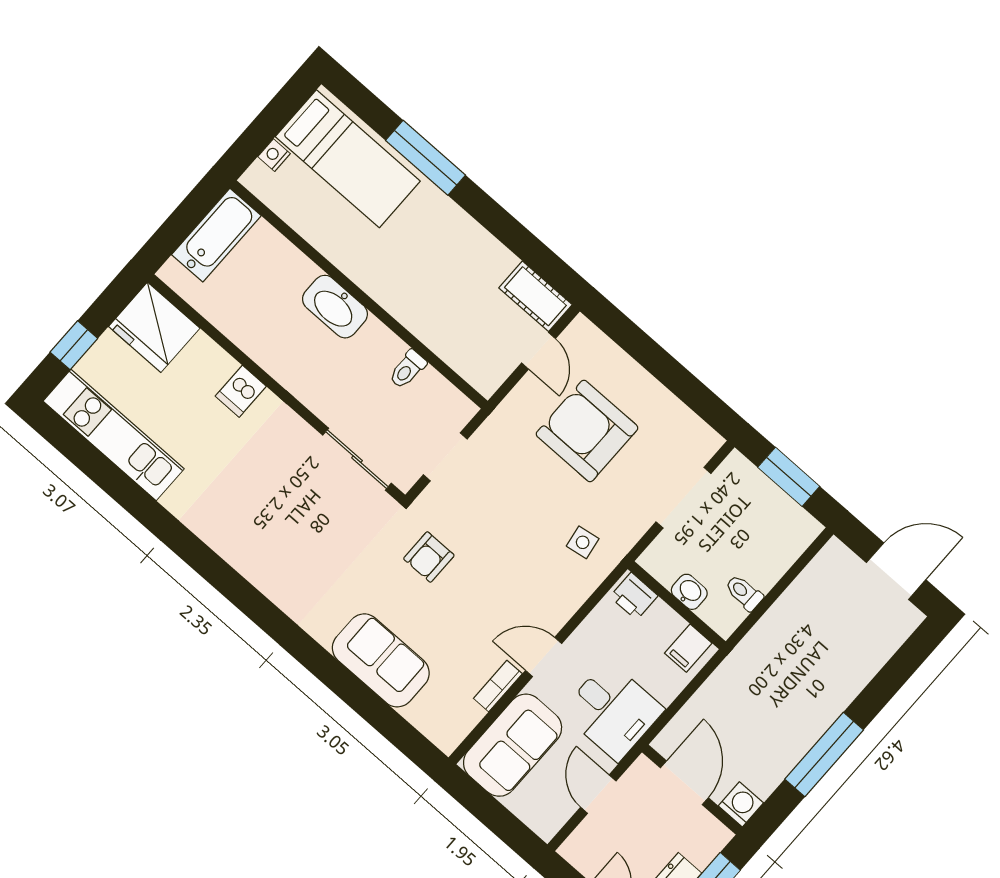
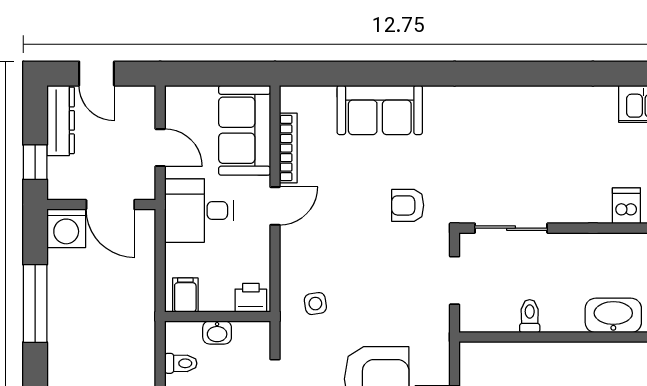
armchair: (429, 557) -> (408, 205), turned -90
bookcase: (498, 686) -> (288, 148), width x1.56
washing machine: (741, 804) -> (66, 228), width x1.38, depth x1.38

